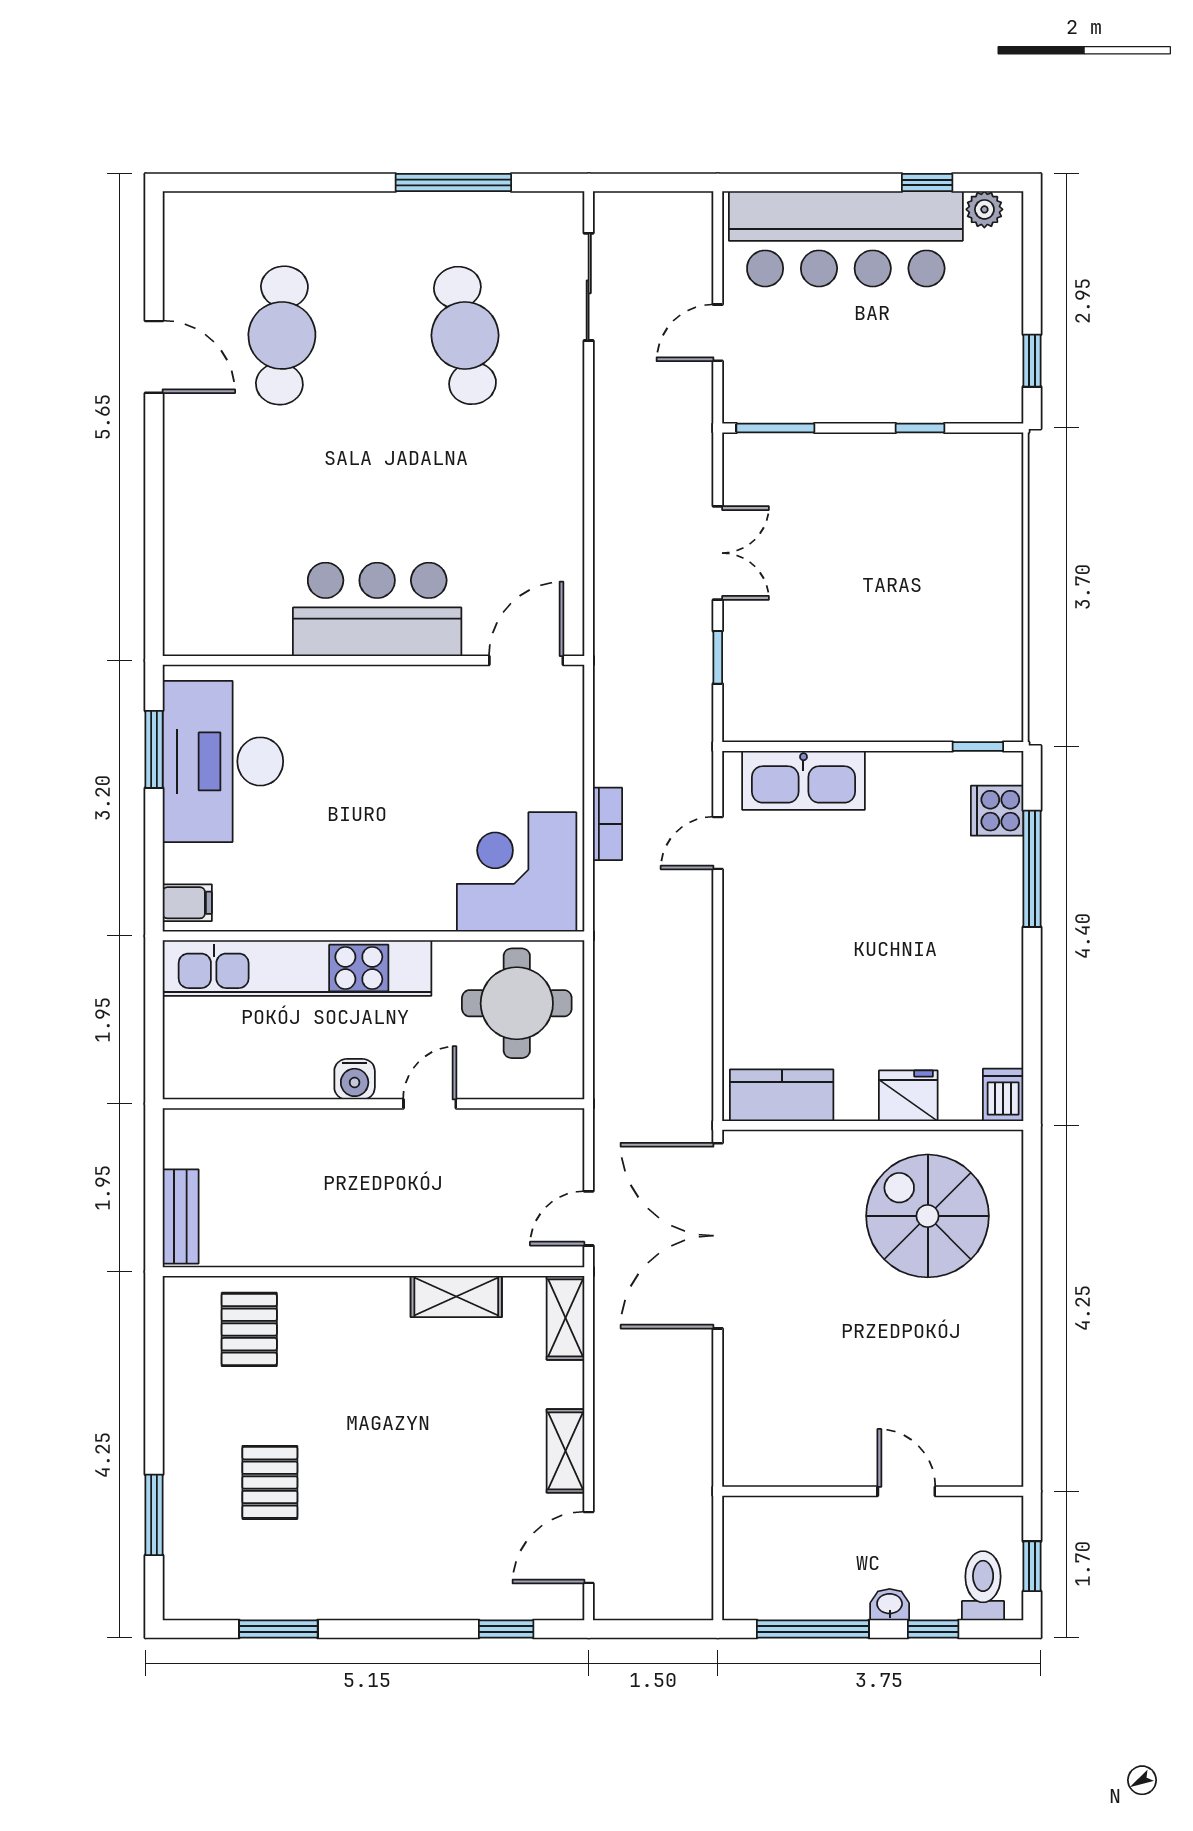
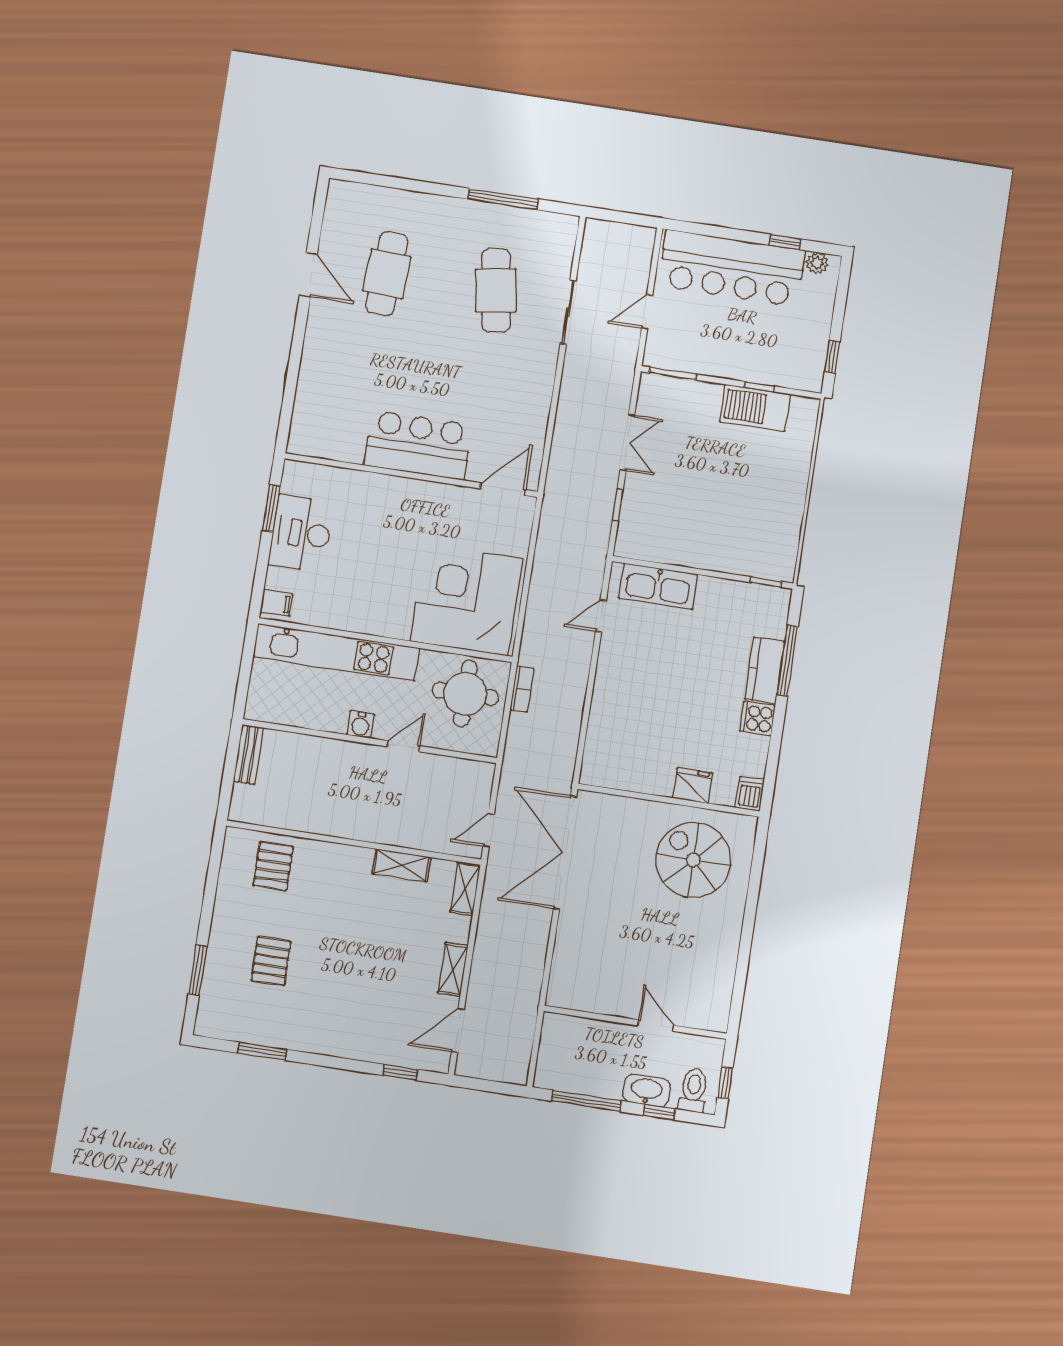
sliding door: (589, 287) -> (568, 312), moved
barbecue: (918, 464) -> (755, 408), added
desk: (223, 761) -> (301, 533), width x0.73, depth x0.77
cooker: (997, 811) -> (757, 718), moved
bookcase: (607, 824) -> (522, 689), moved
corner desk: (517, 872) -> (466, 600), width x1.36, depth x1.36
kitchen counter: (782, 1095) -> (765, 670), moved, turned -90
bench: (181, 1216) -> (248, 754), moved
washbasin: (890, 1605) -> (647, 1090), width x1.91, depth x1.45

